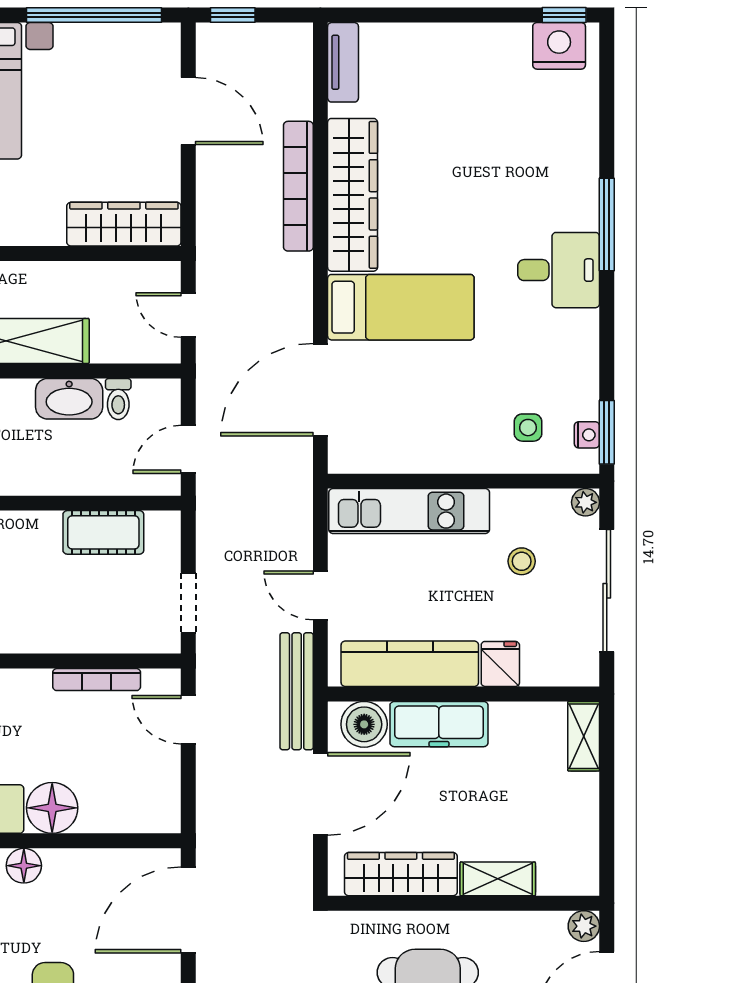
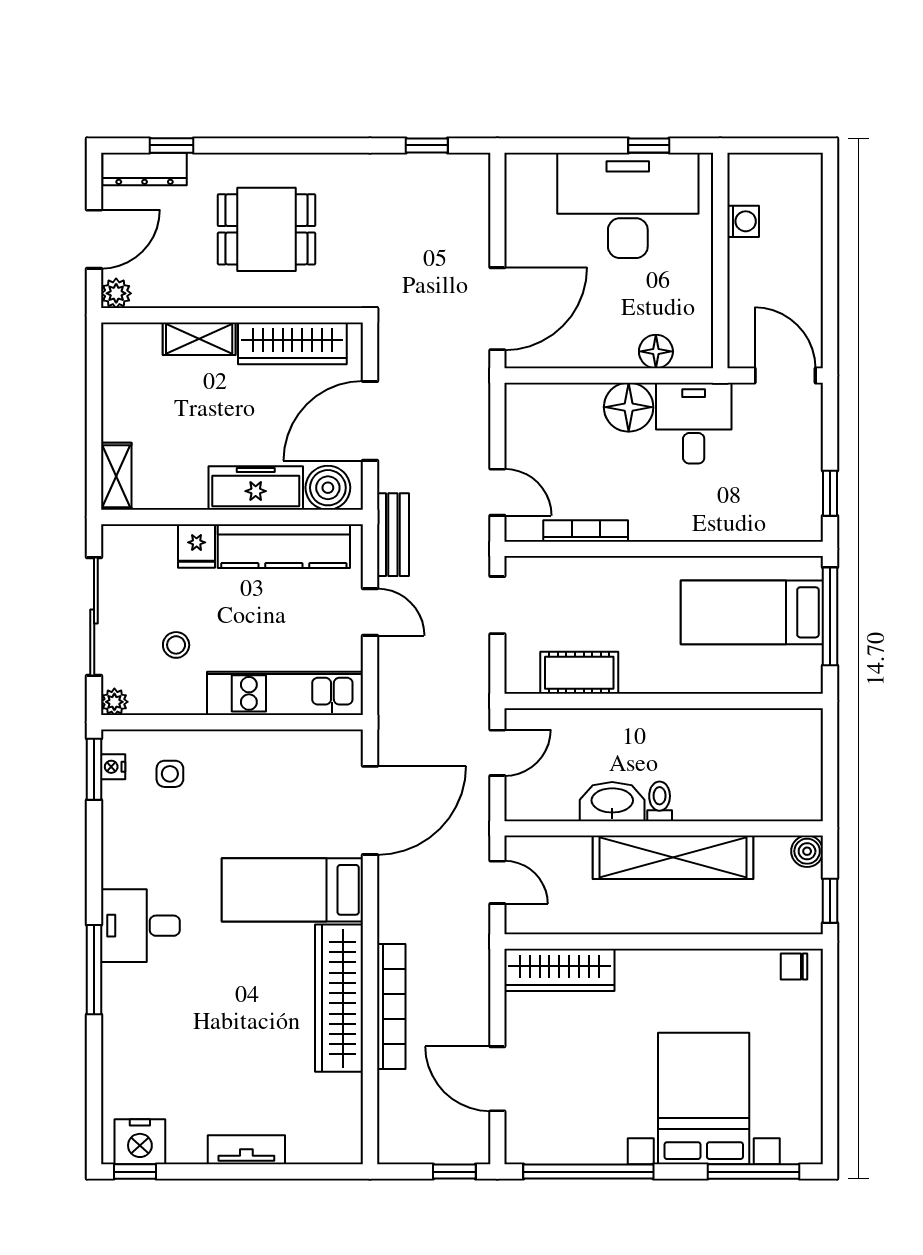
tv unit: (343, 62) -> (246, 1150), moved, turned 90
toilet: (118, 399) -> (660, 801), moved
bench: (297, 691) -> (393, 535), width x0.73

